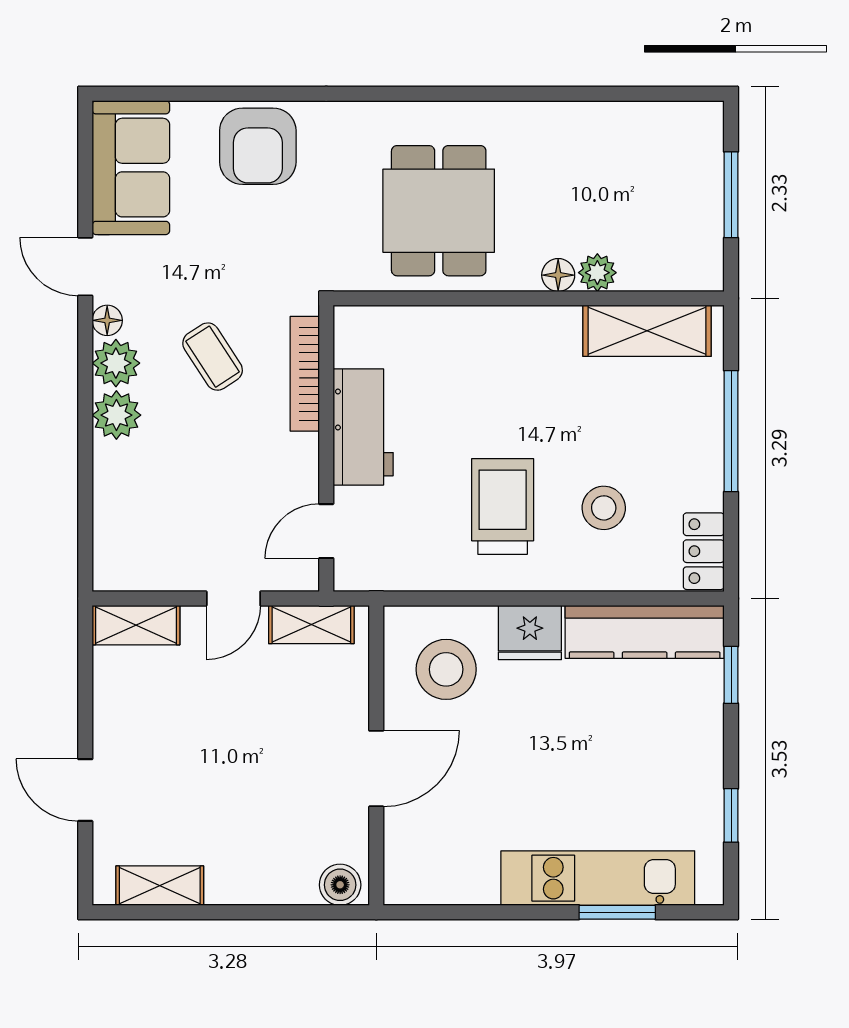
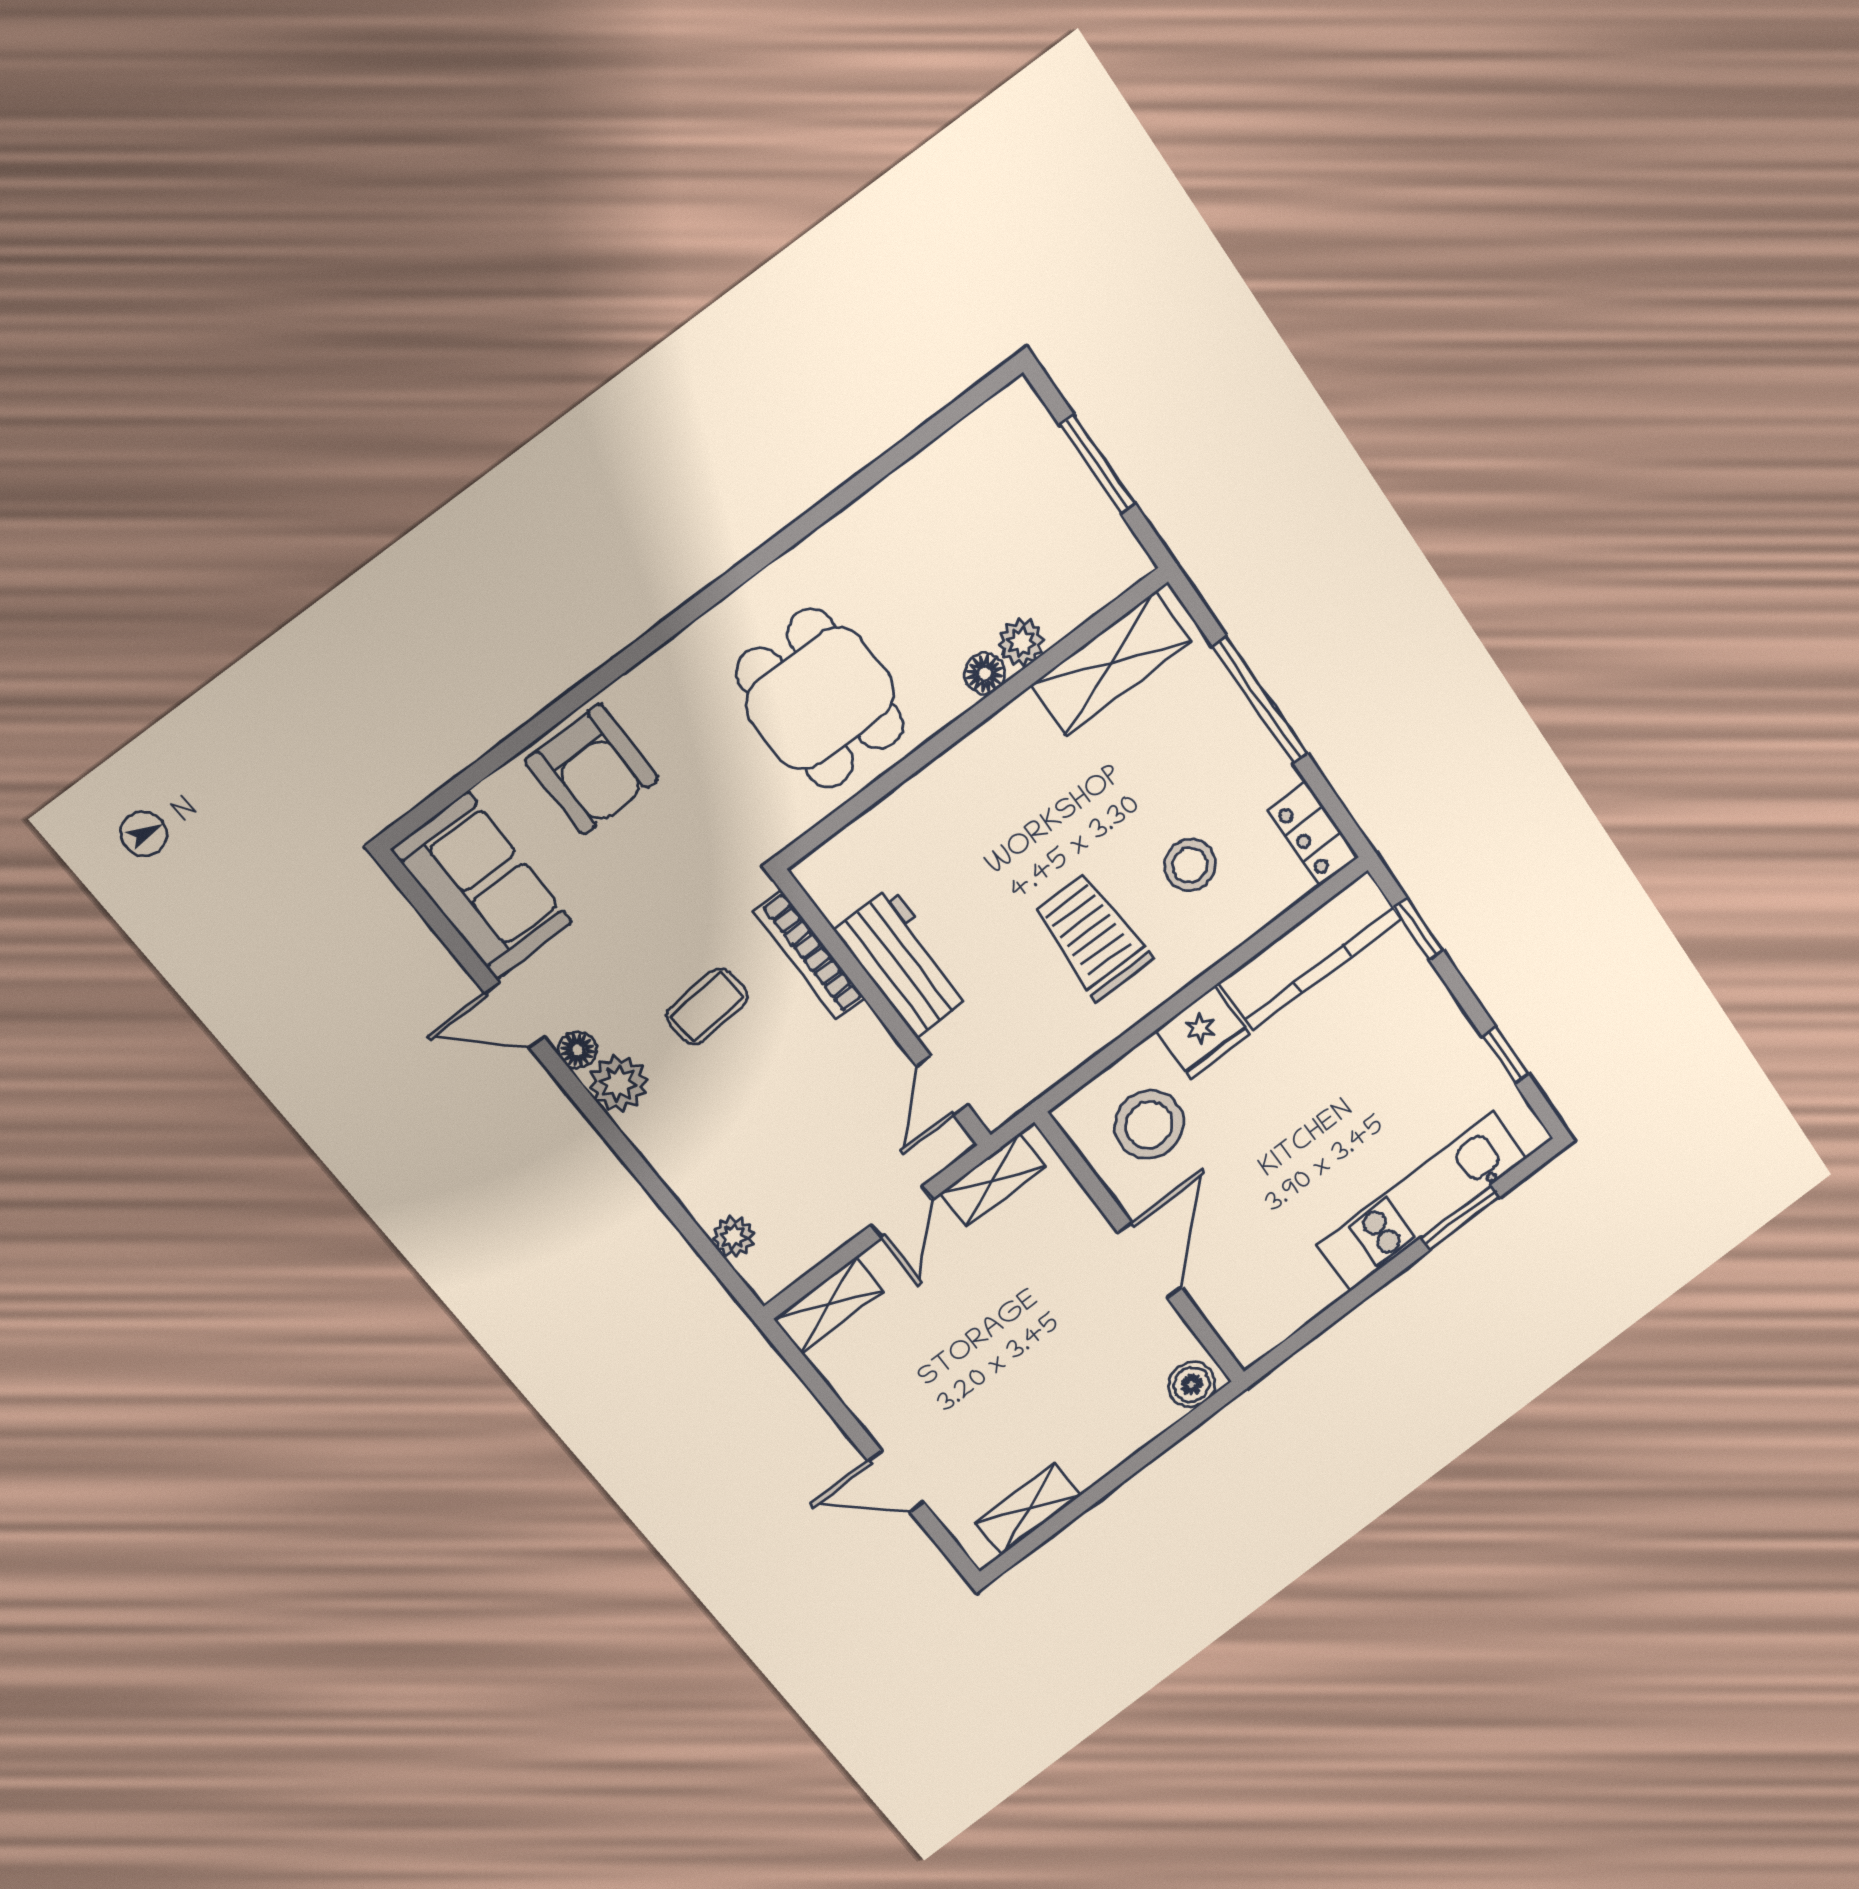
coffee table: (213, 357) -> (707, 1007), turned -61
plant: (116, 415) -> (733, 1237), moved, width x0.73, depth x0.73

